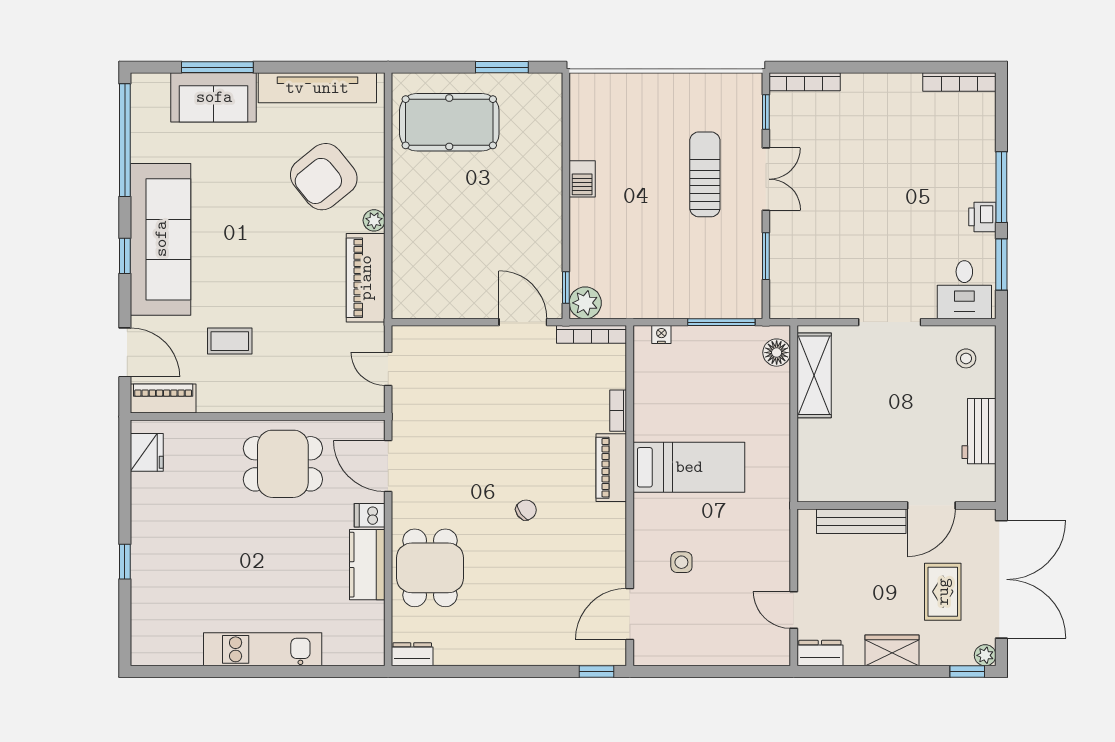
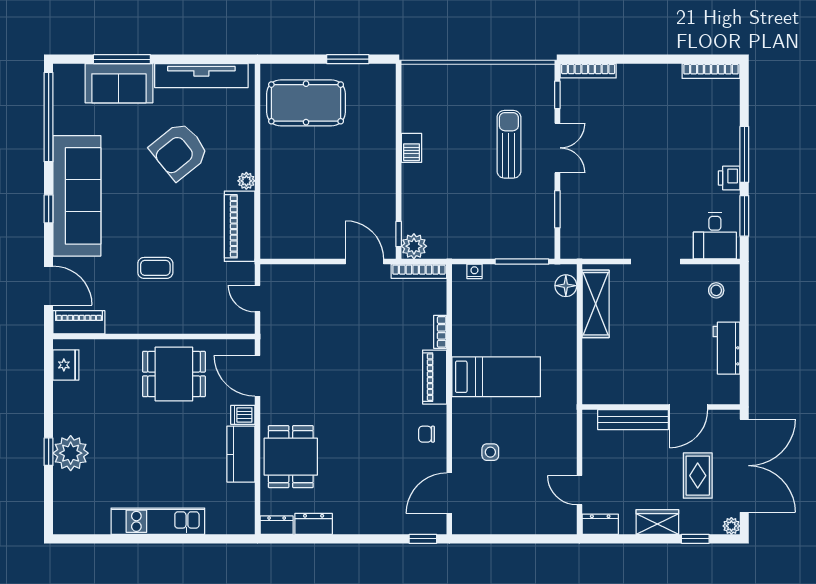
armchair: (324, 177) -> (179, 151), moved
coffee table: (230, 341) -> (155, 268), moved
chair: (526, 510) -> (427, 434), moved, turned -144
plant: (153, 563) -> (71, 453), added
dresser: (459, 653) -> (314, 524), added
window: (967, 672) -> (695, 539), moved

